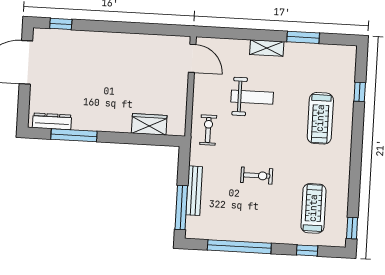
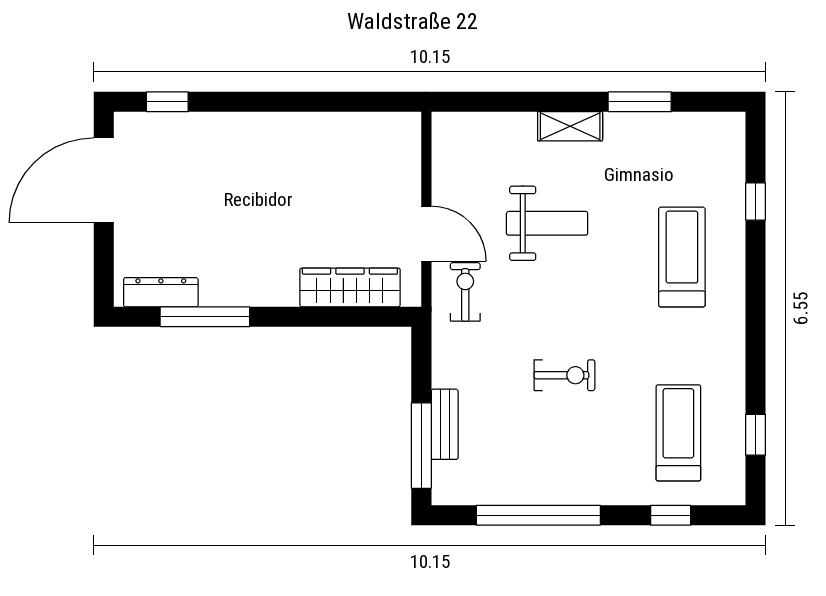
door: (192, 58) -> (426, 234), moved
treadmill: (320, 118) -> (682, 257), turned 180
wardrobe: (149, 124) -> (350, 287), width x1.50
bench: (194, 191) -> (445, 424), width x0.73
window: (352, 228) -> (755, 435), moved

